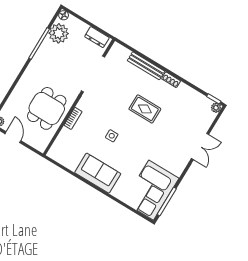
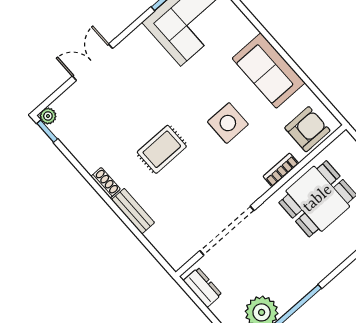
bench: (146, 66) -> (133, 211), width x0.73
rug: (145, 109) -> (162, 149), turned 90
side table: (112, 136) -> (228, 123), width x1.87, depth x1.87
armchair: (65, 146) -> (307, 129), added

